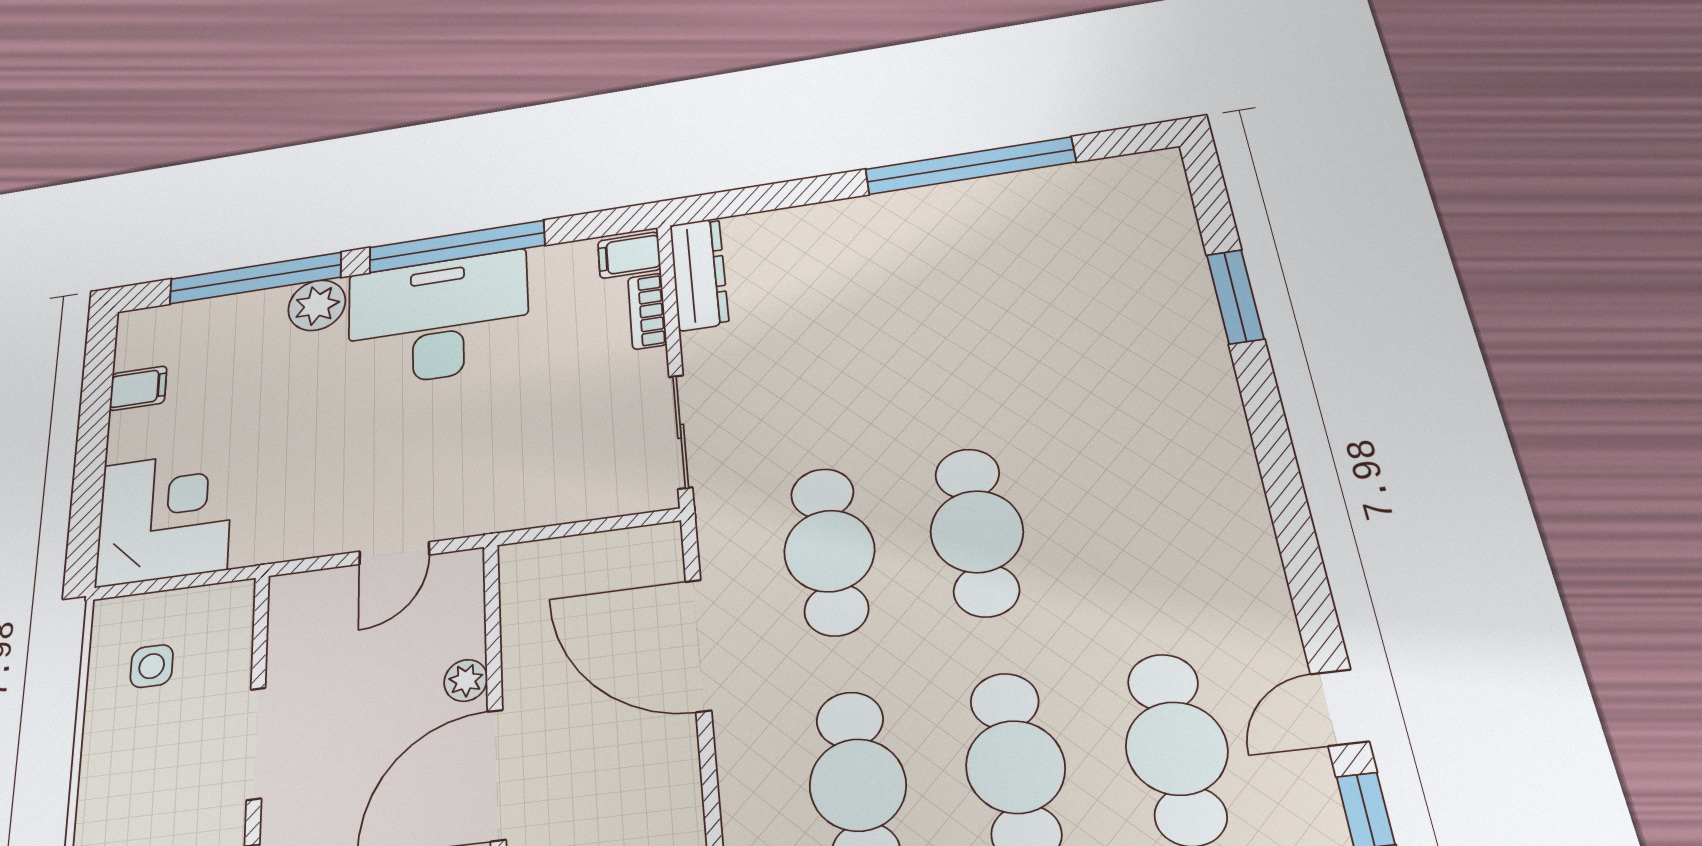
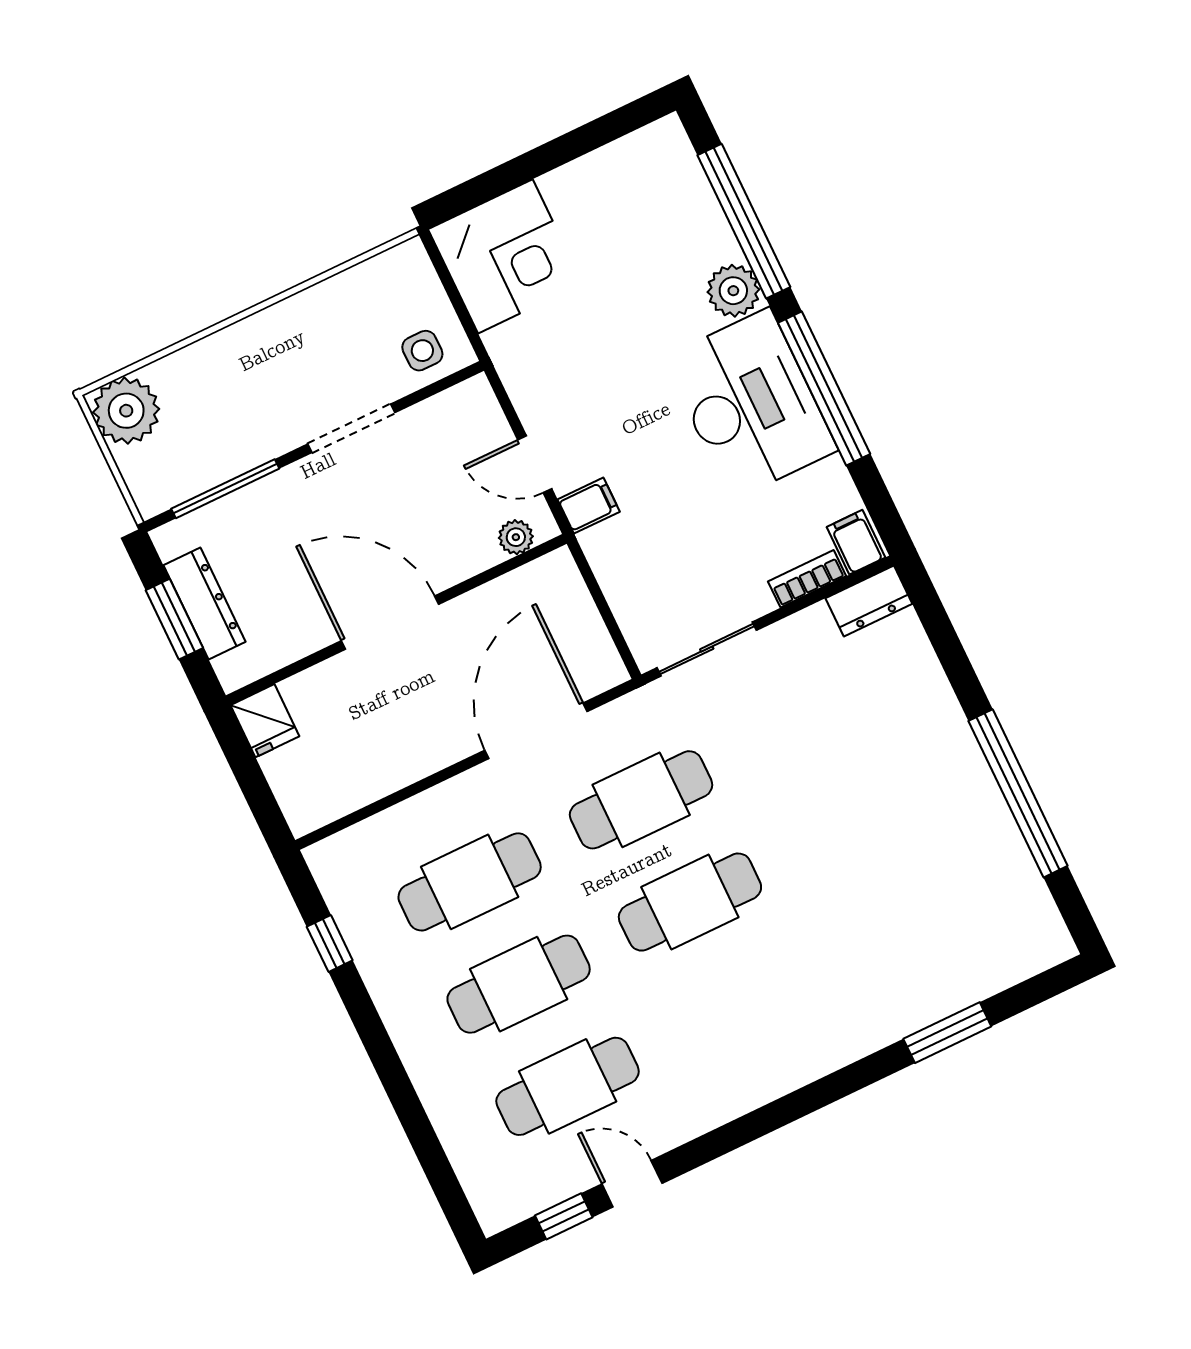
dresser: (699, 274) -> (869, 601), width x0.70
filing cabinet: (138, 388) -> (589, 506), moved, turned -90
side table: (152, 666) -> (422, 351), moved
plant: (466, 680) -> (516, 537), moved

